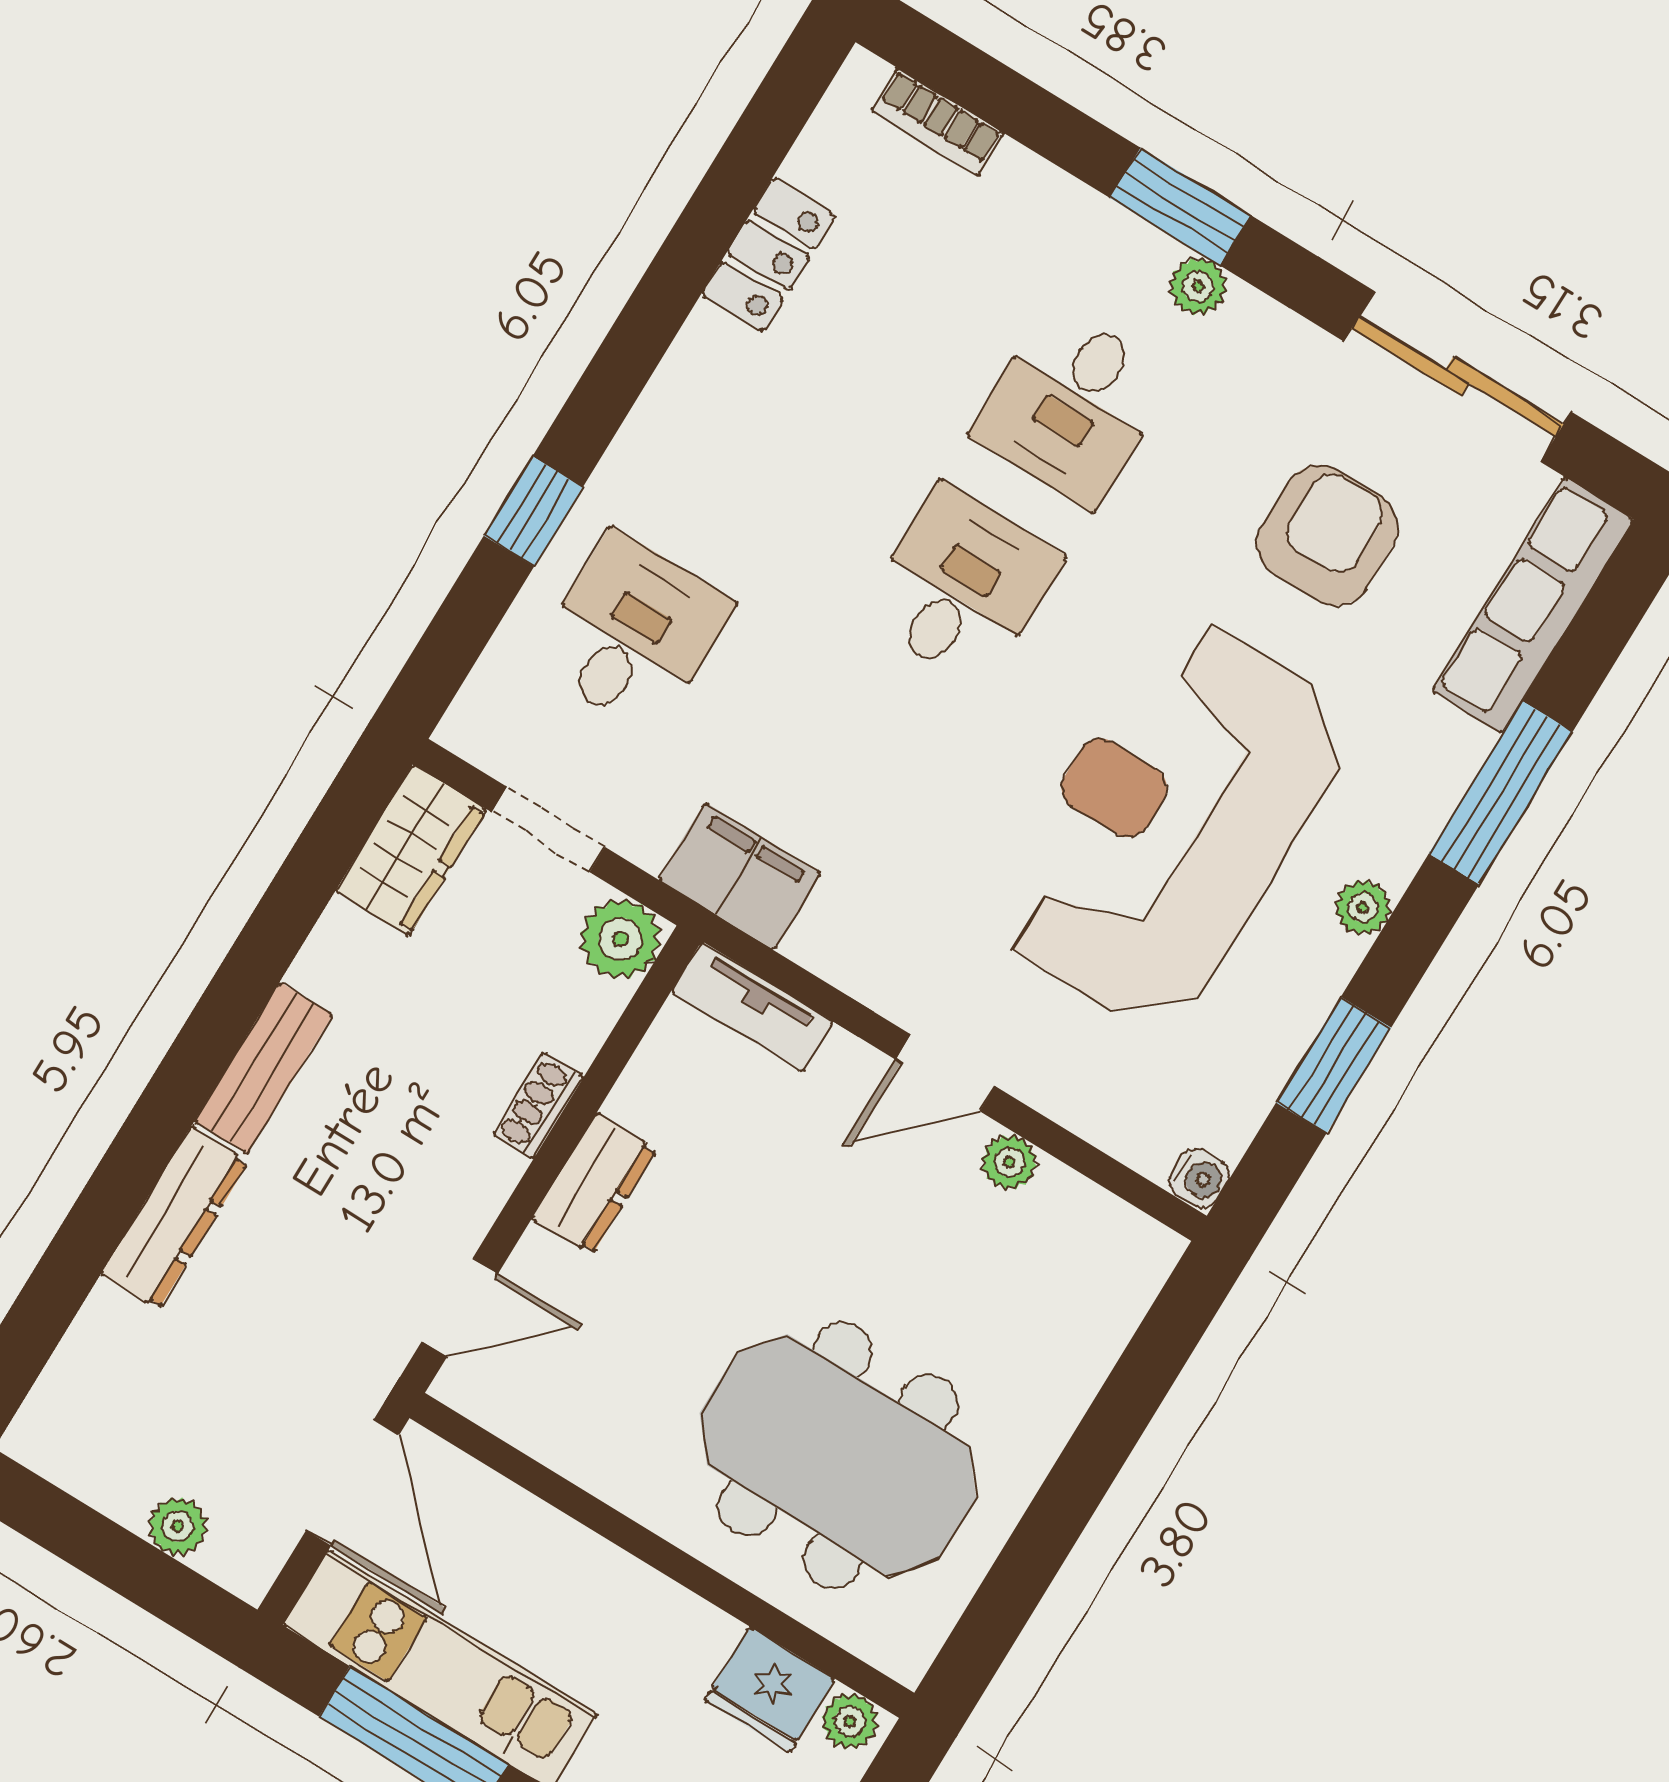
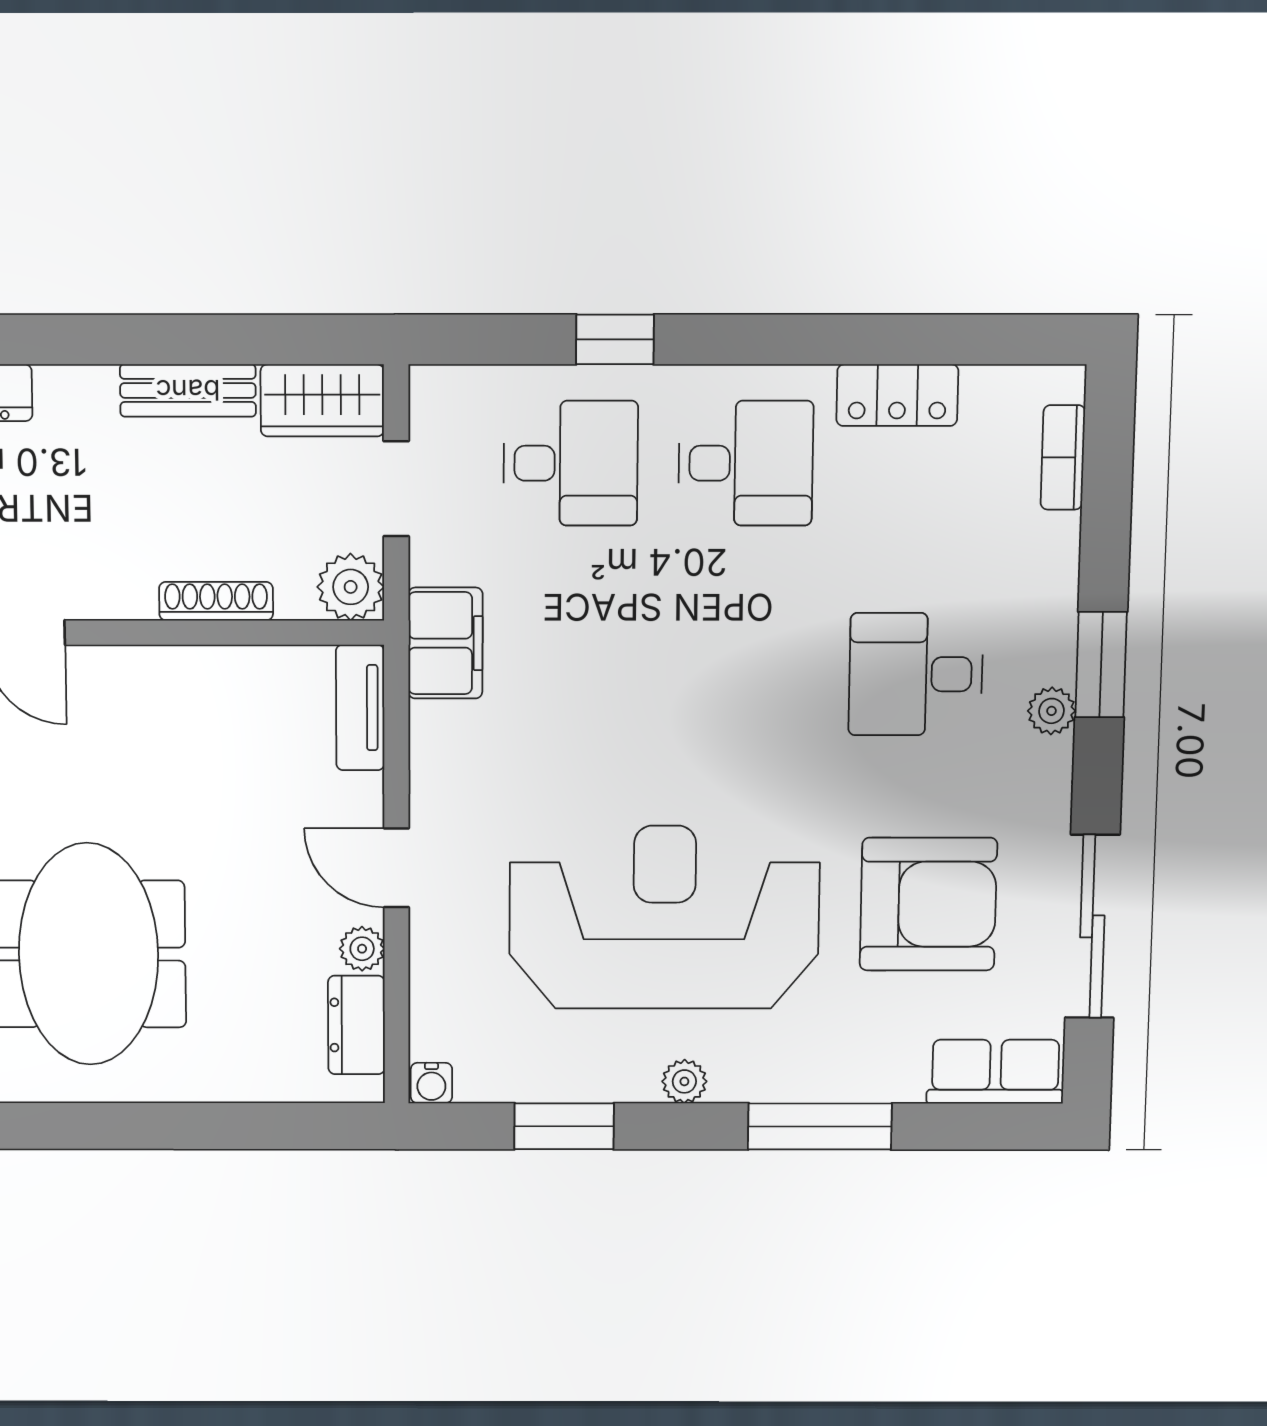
armchair: (1327, 535) -> (928, 904), width x1.36, depth x1.36
desk: (961, 586) -> (746, 463), moved
row of seats: (1533, 605) -> (995, 1072), width x0.68
bench: (263, 1068) -> (188, 390), moved
shoe rack: (539, 1106) -> (216, 601), width x1.43
dresser: (594, 1184) -> (356, 1025), moved, turned 90

